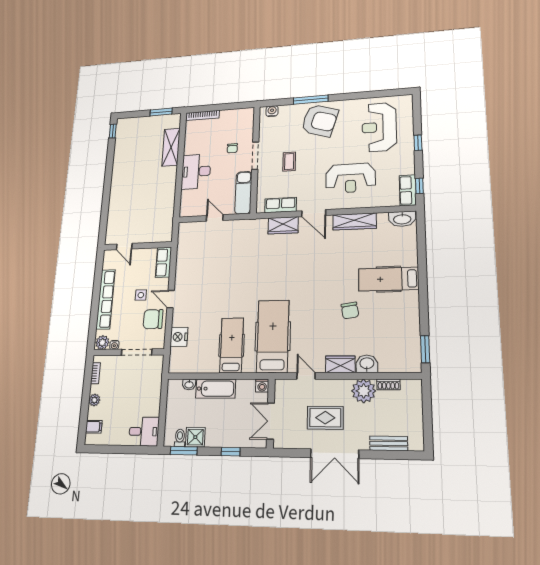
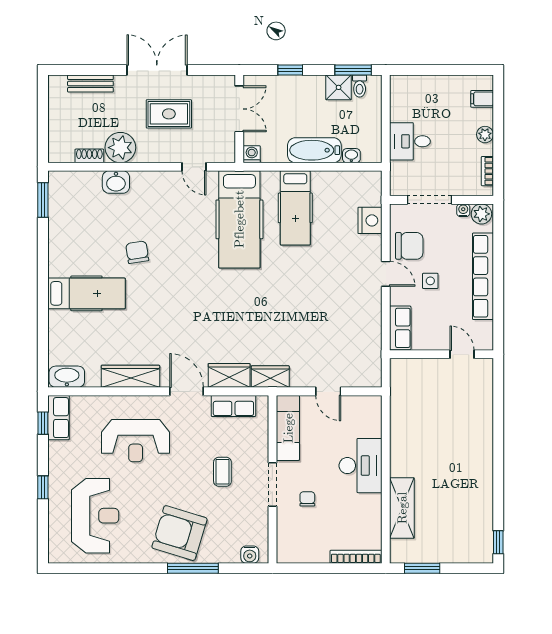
reception desk: (351, 178) -> (136, 441), turned 180
wardrobe: (340, 364) -> (270, 377), moved, turned 180
desk: (144, 431) -> (410, 141), moved

